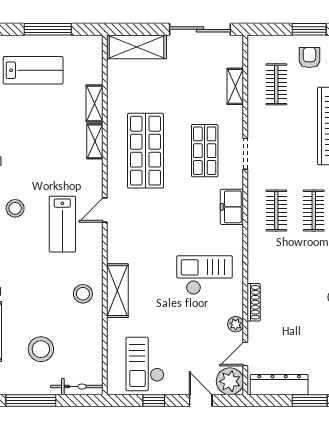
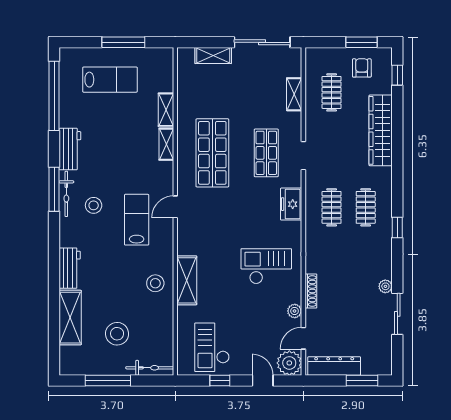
shelving: (137, 47) -> (213, 56), width x0.67, depth x0.75
lab bench: (62, 224) -> (137, 220), turned 180

